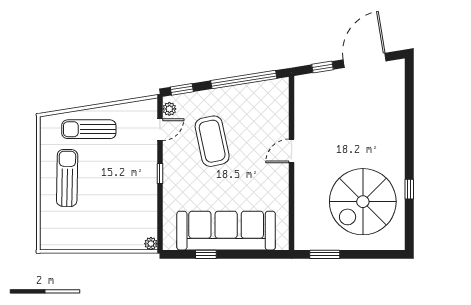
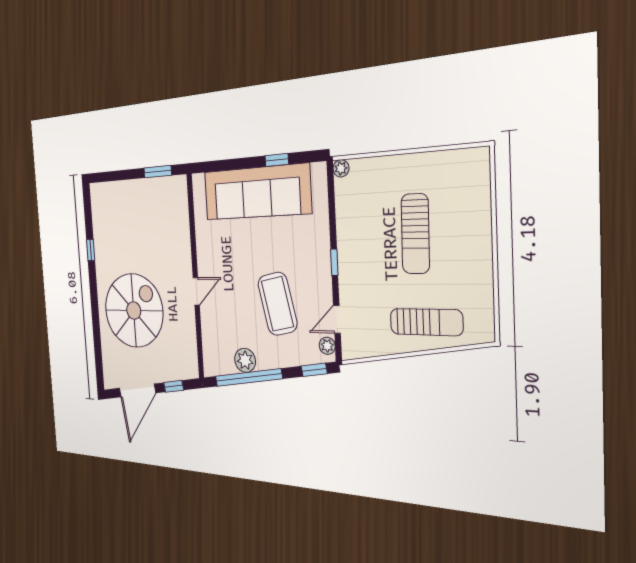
plant: (246, 94) -> (245, 360), added
sun lounger: (67, 178) -> (415, 234), moved
spiral stairs: (363, 202) -> (134, 311), moved

